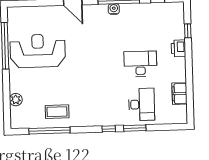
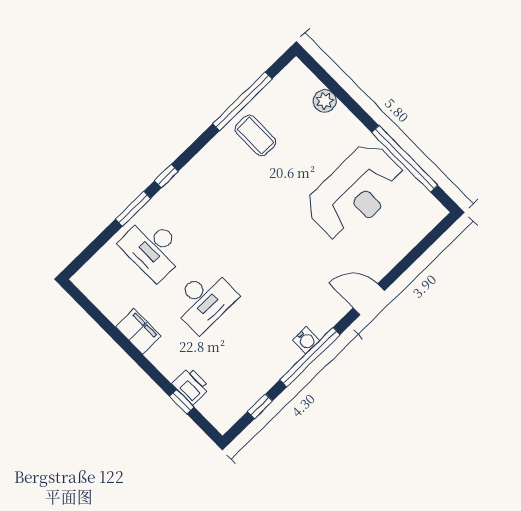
printer: (178, 48) -> (191, 386), moved
filing cabinet: (180, 94) -> (138, 332), moved
coffee table: (57, 112) -> (255, 135), turned 90

